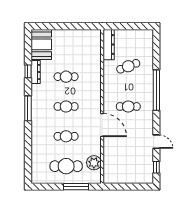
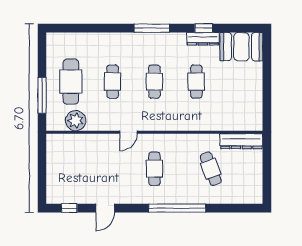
door: (102, 125) -> (129, 132), width x0.53

